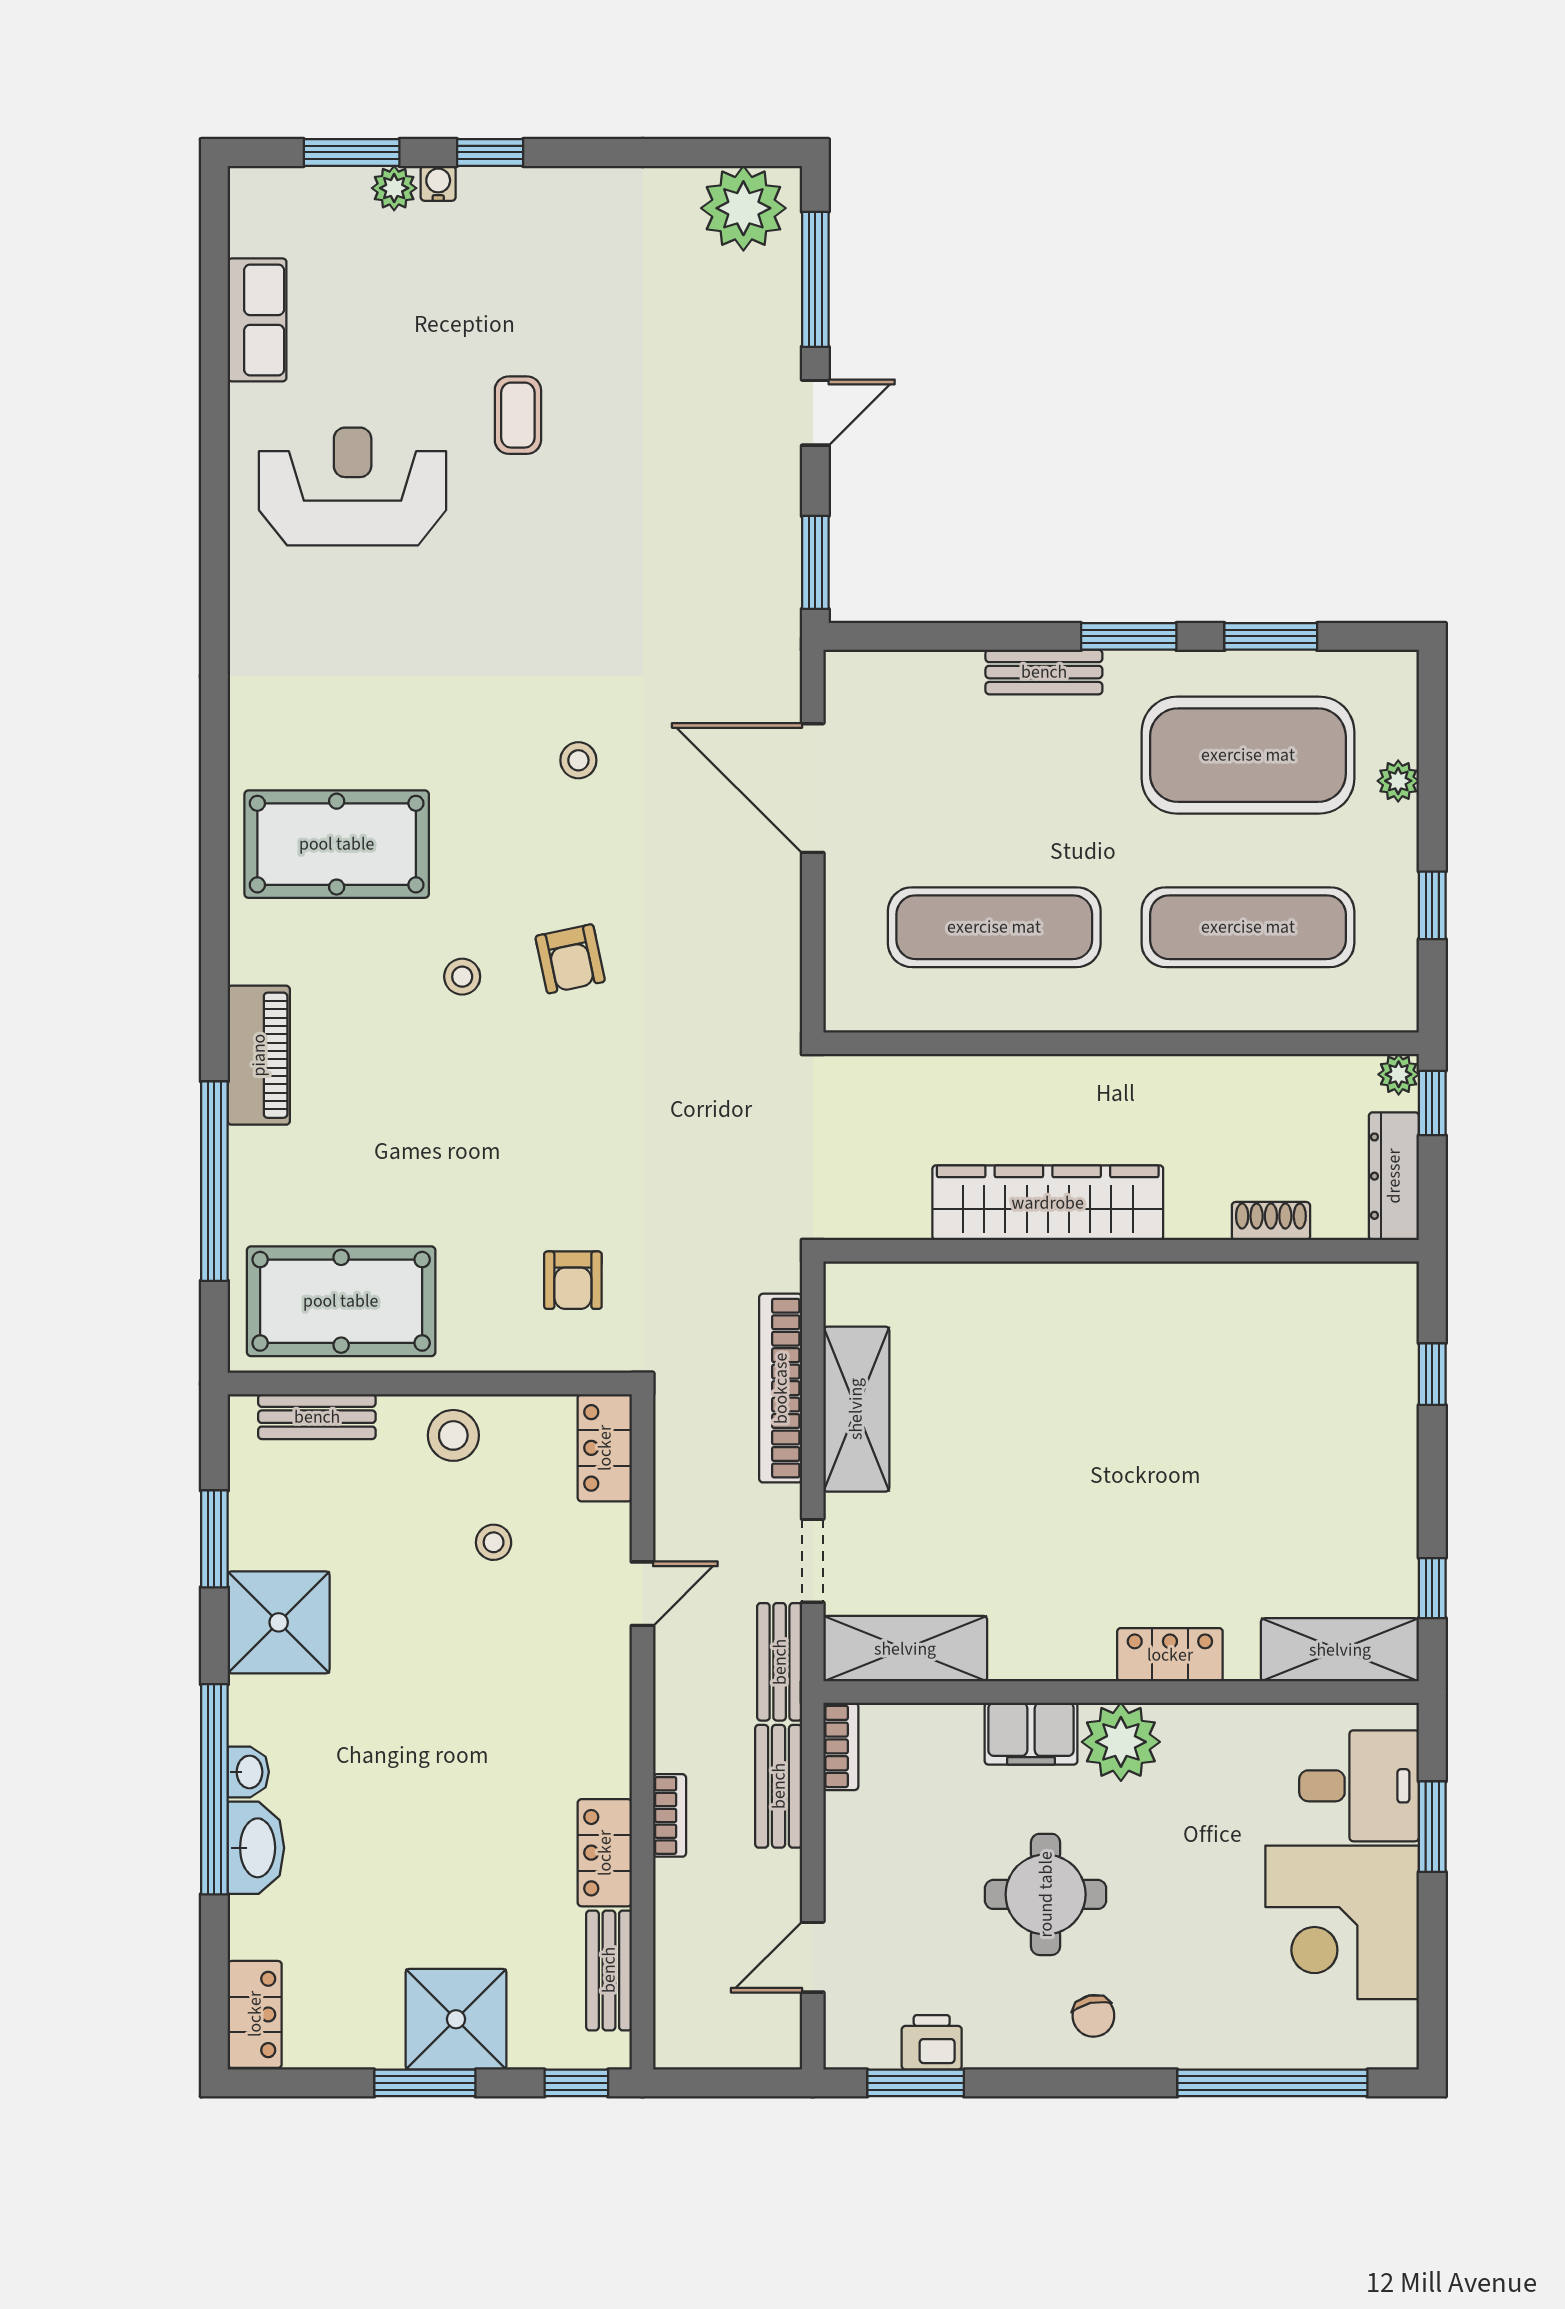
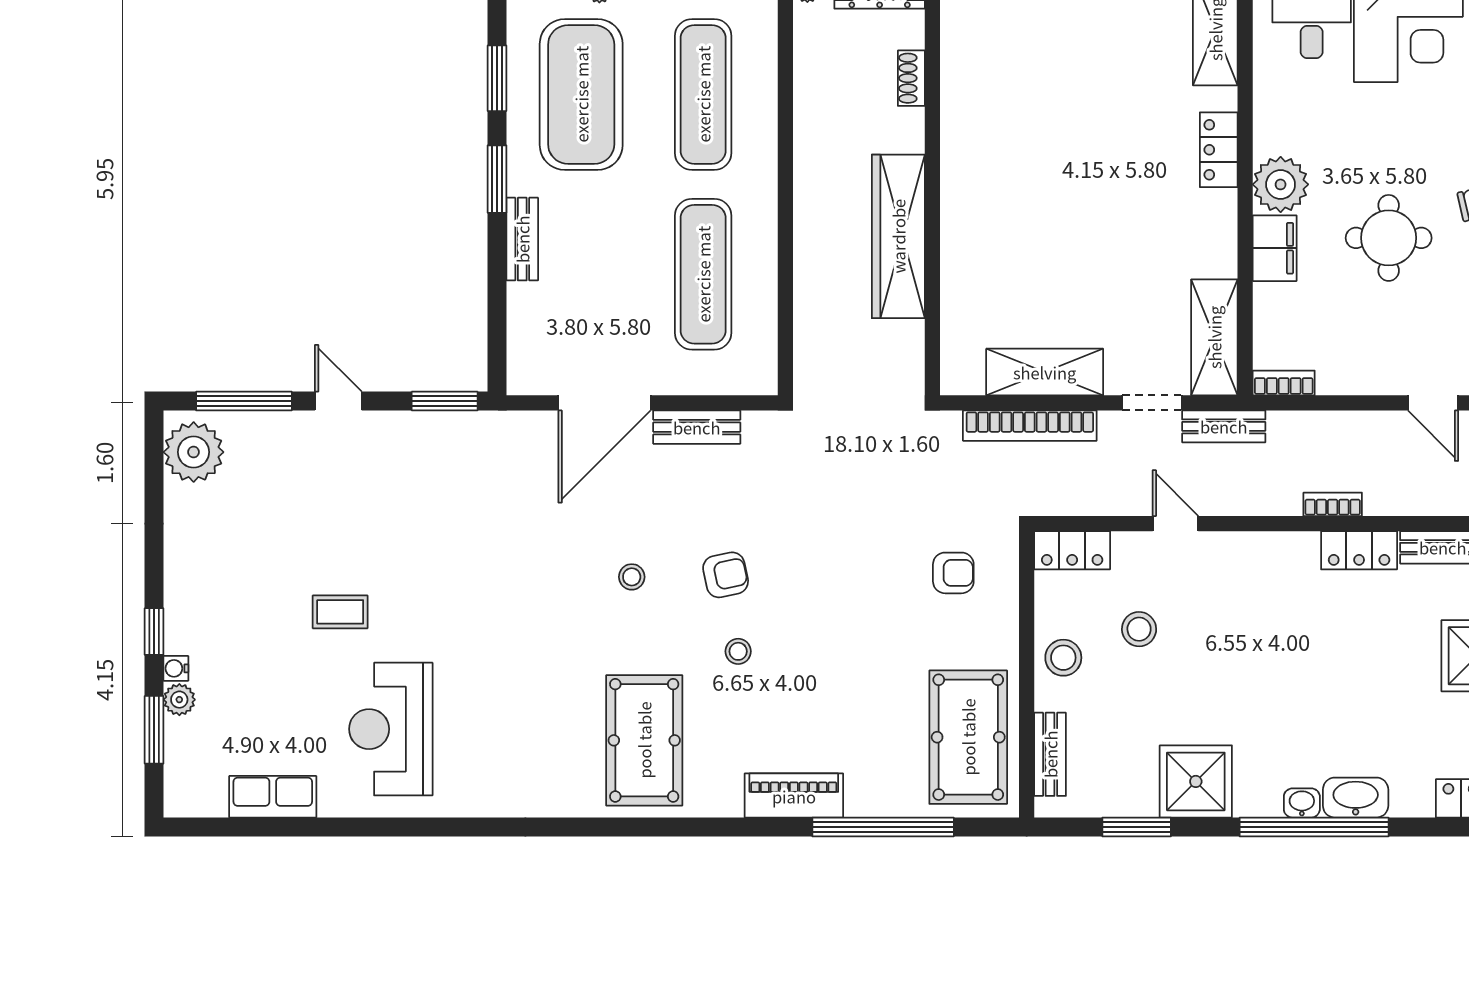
stool: (578, 760) -> (632, 577), moved
stool: (494, 1542) -> (1139, 629), width x1.37, depth x1.37
bench: (779, 1786) -> (697, 427), moved

